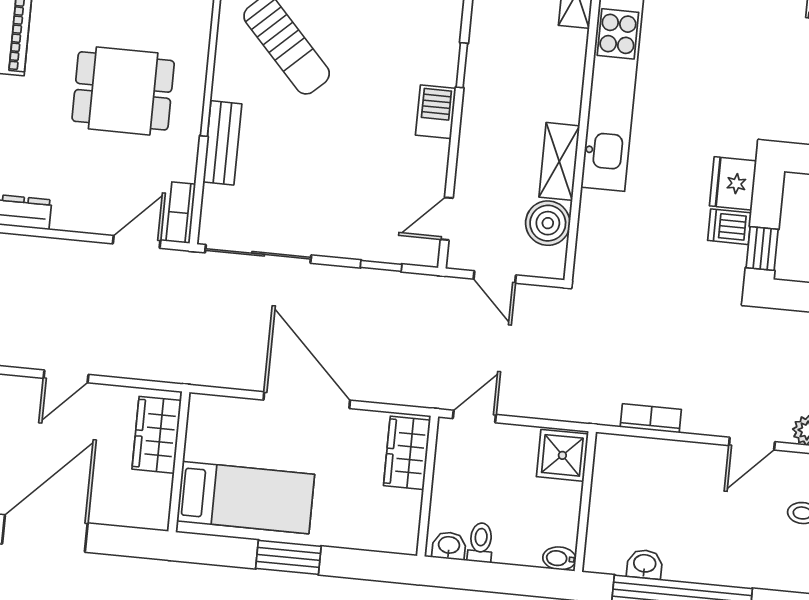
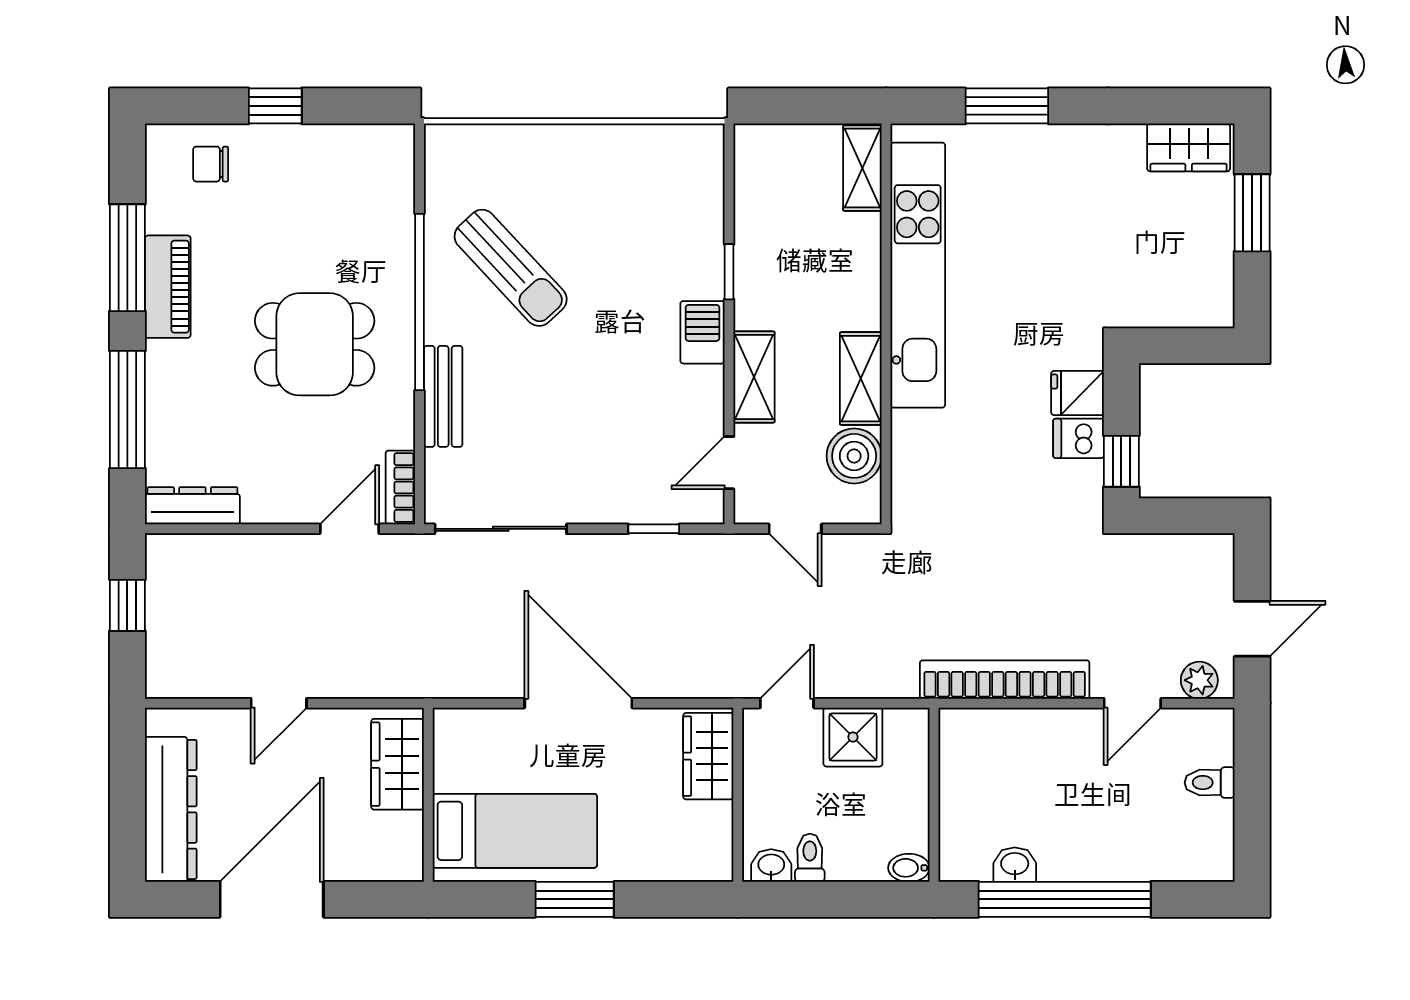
shelving: (474, 152) -> (754, 377), added
fridge: (733, 183) -> (1078, 393), width x0.72
bookcase: (651, 418) -> (1005, 680), width x2.31, depth x1.31
shower: (562, 455) -> (853, 737), moved

